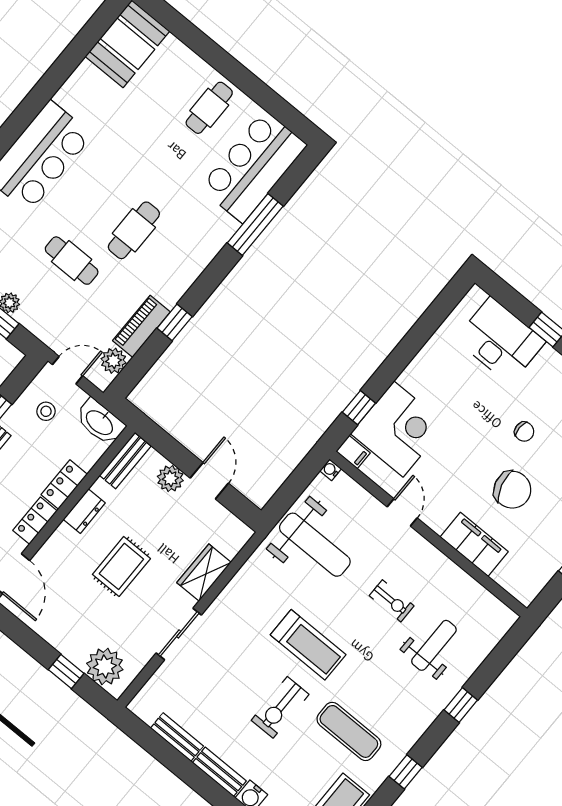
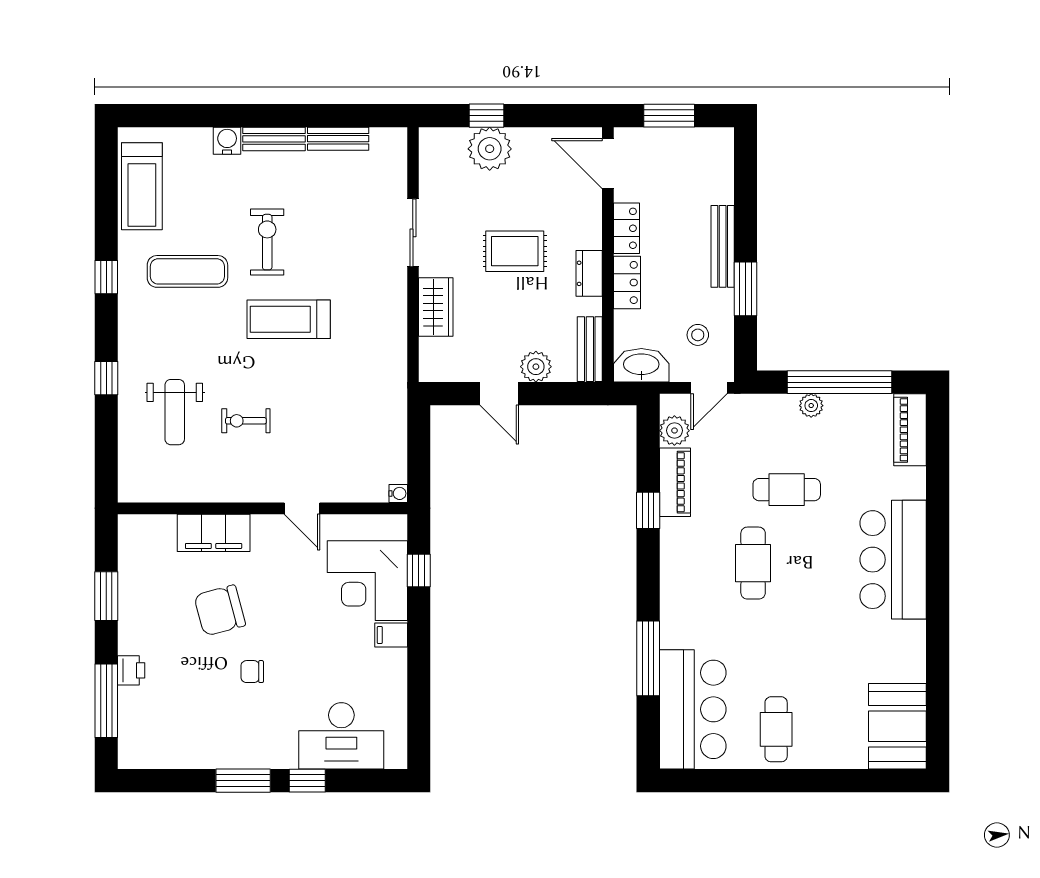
filing cabinet: (353, 452) -> (391, 635), moved
weight bench: (315, 545) -> (357, 414), removed
rug: (121, 566) -> (515, 251), turned 90
plant: (105, 666) -> (490, 149), moved

